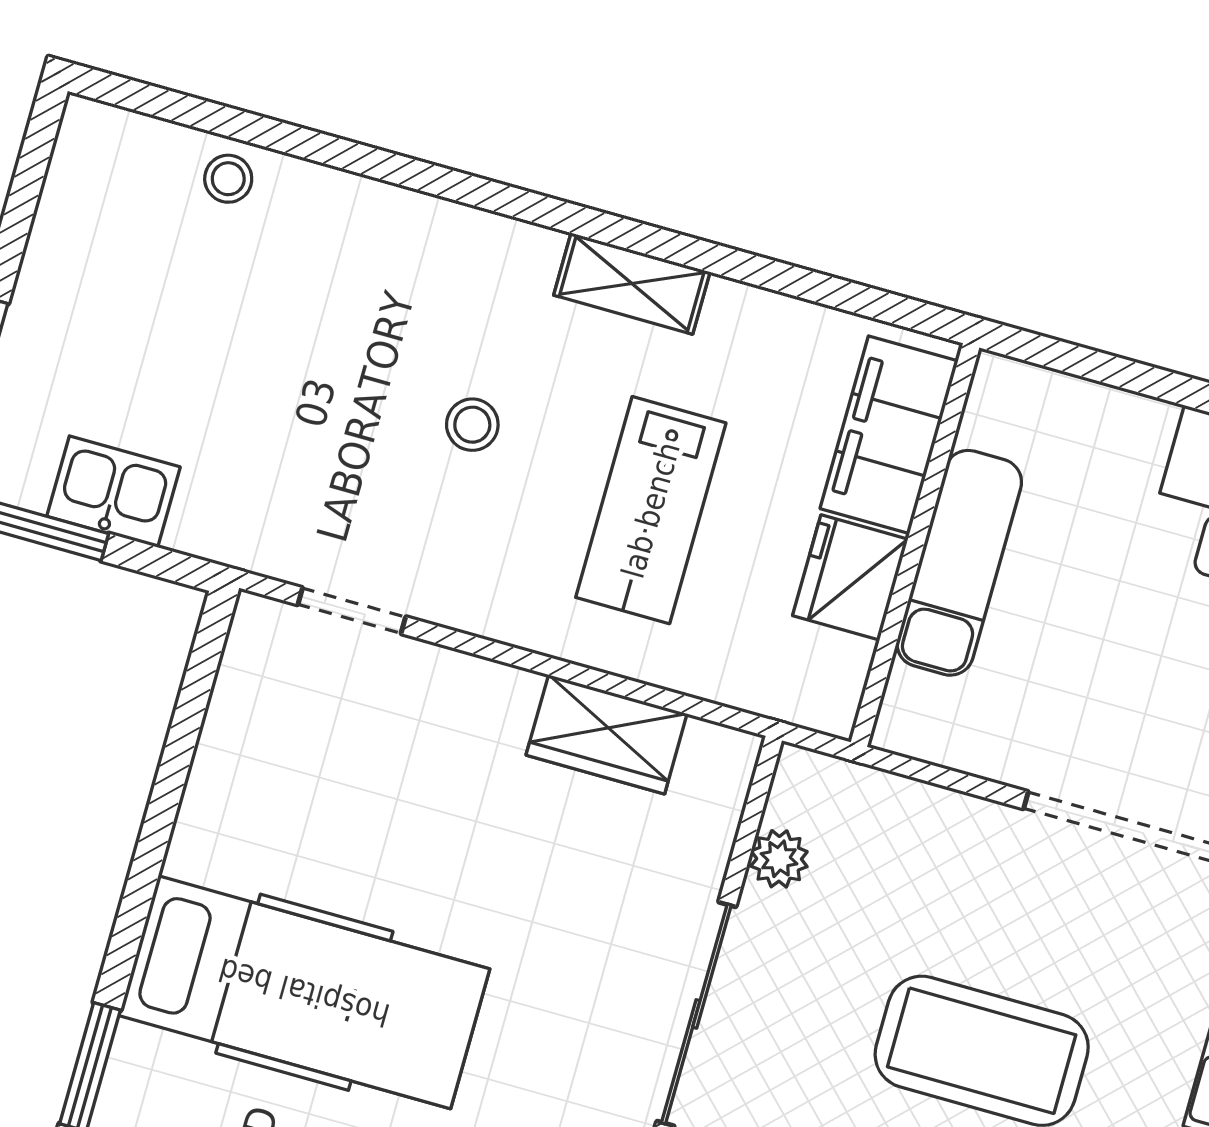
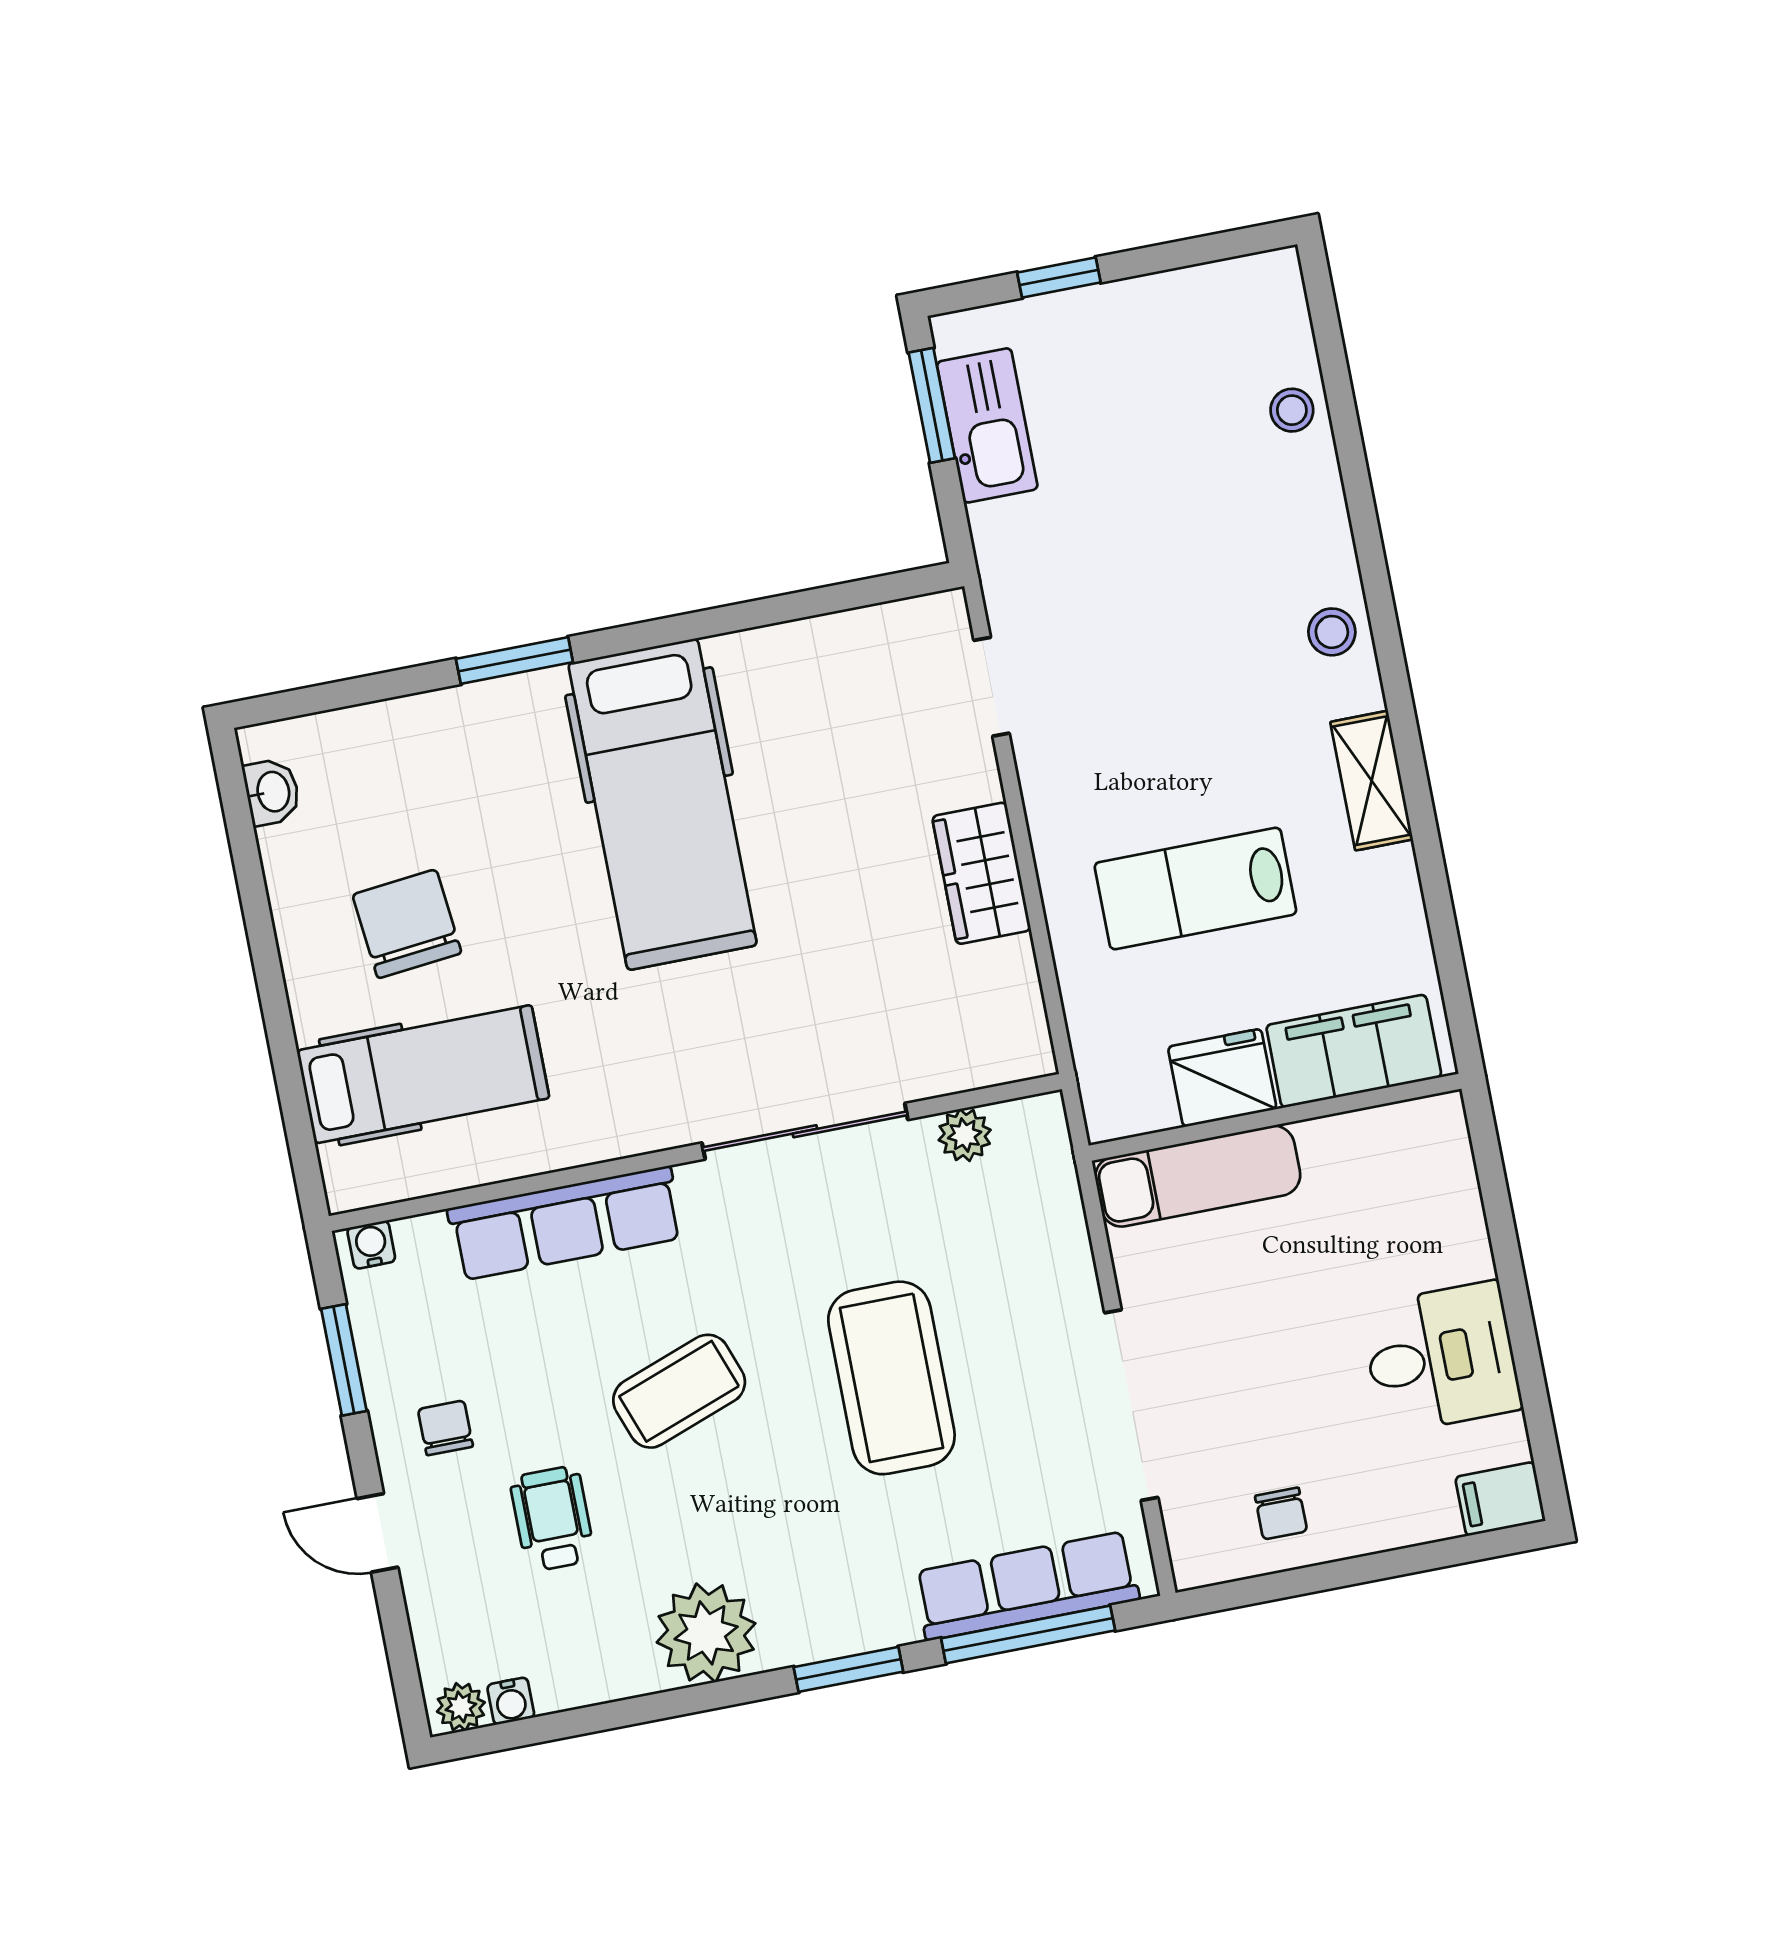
stool: (472, 425) -> (1332, 632), moved
kitchen sink: (113, 492) -> (987, 425), width x1.38
exam couch: (959, 563) -> (1198, 1176), moved
wardrobe: (607, 734) -> (981, 873), moved

